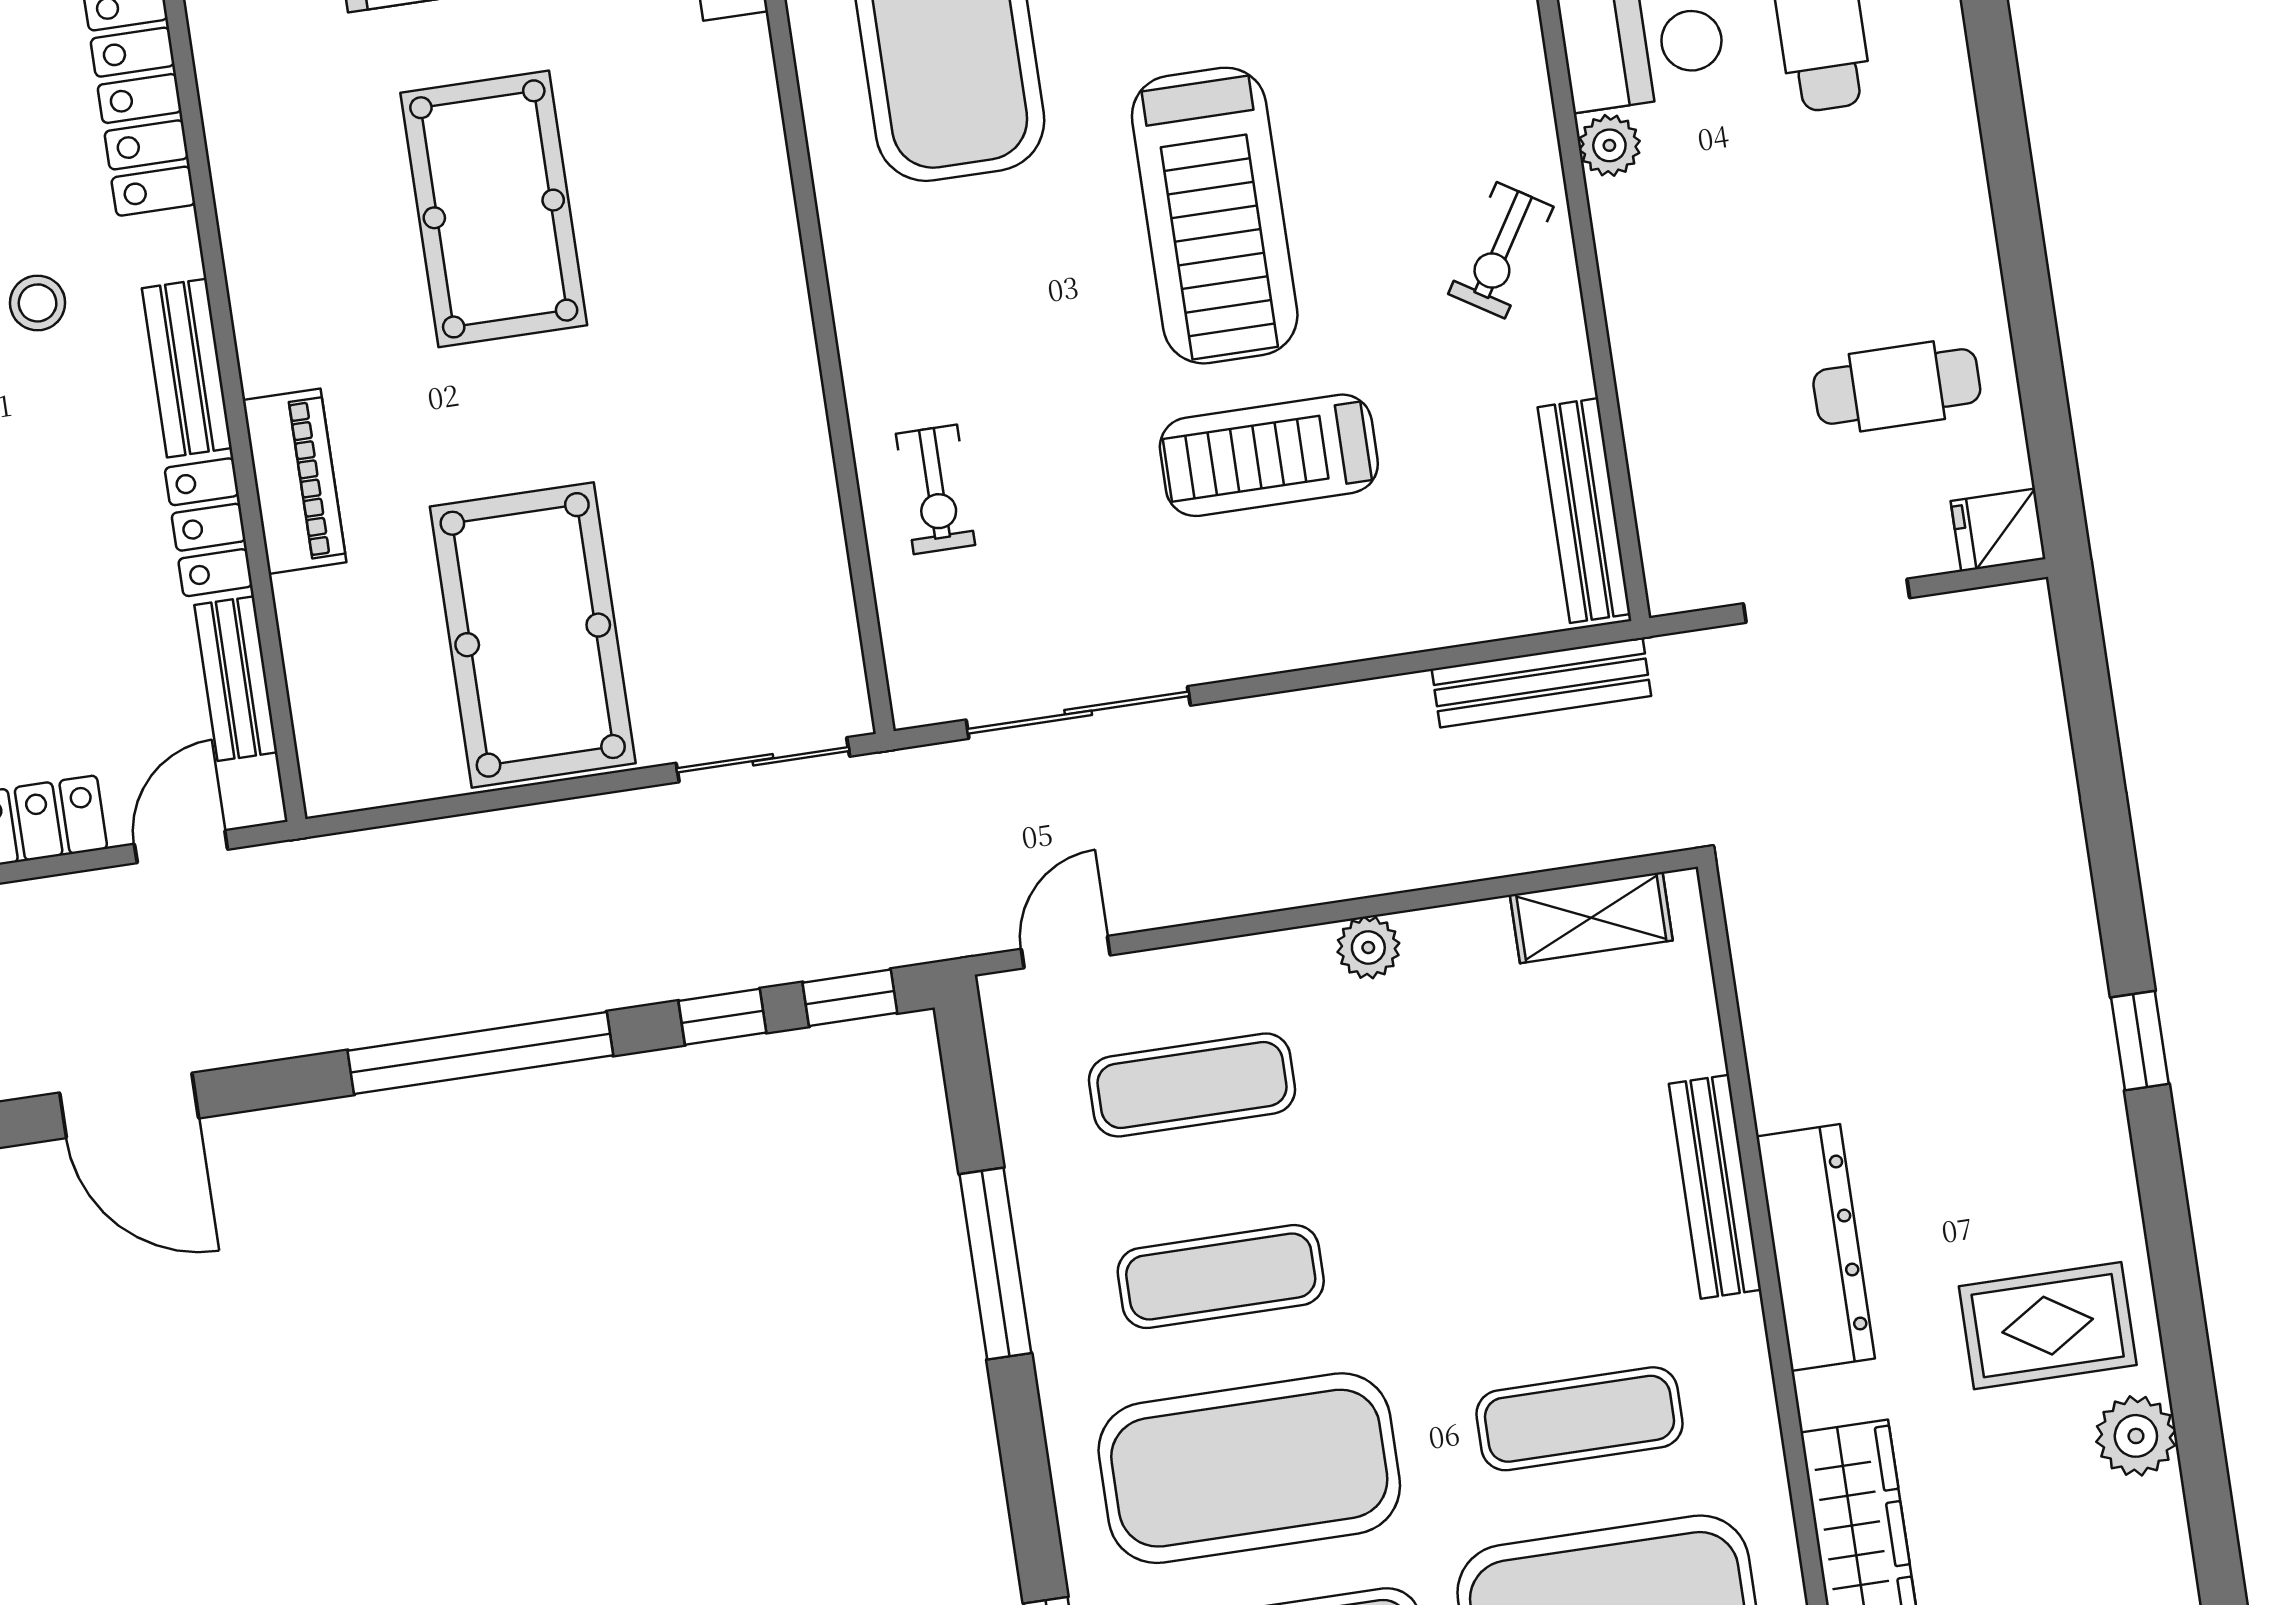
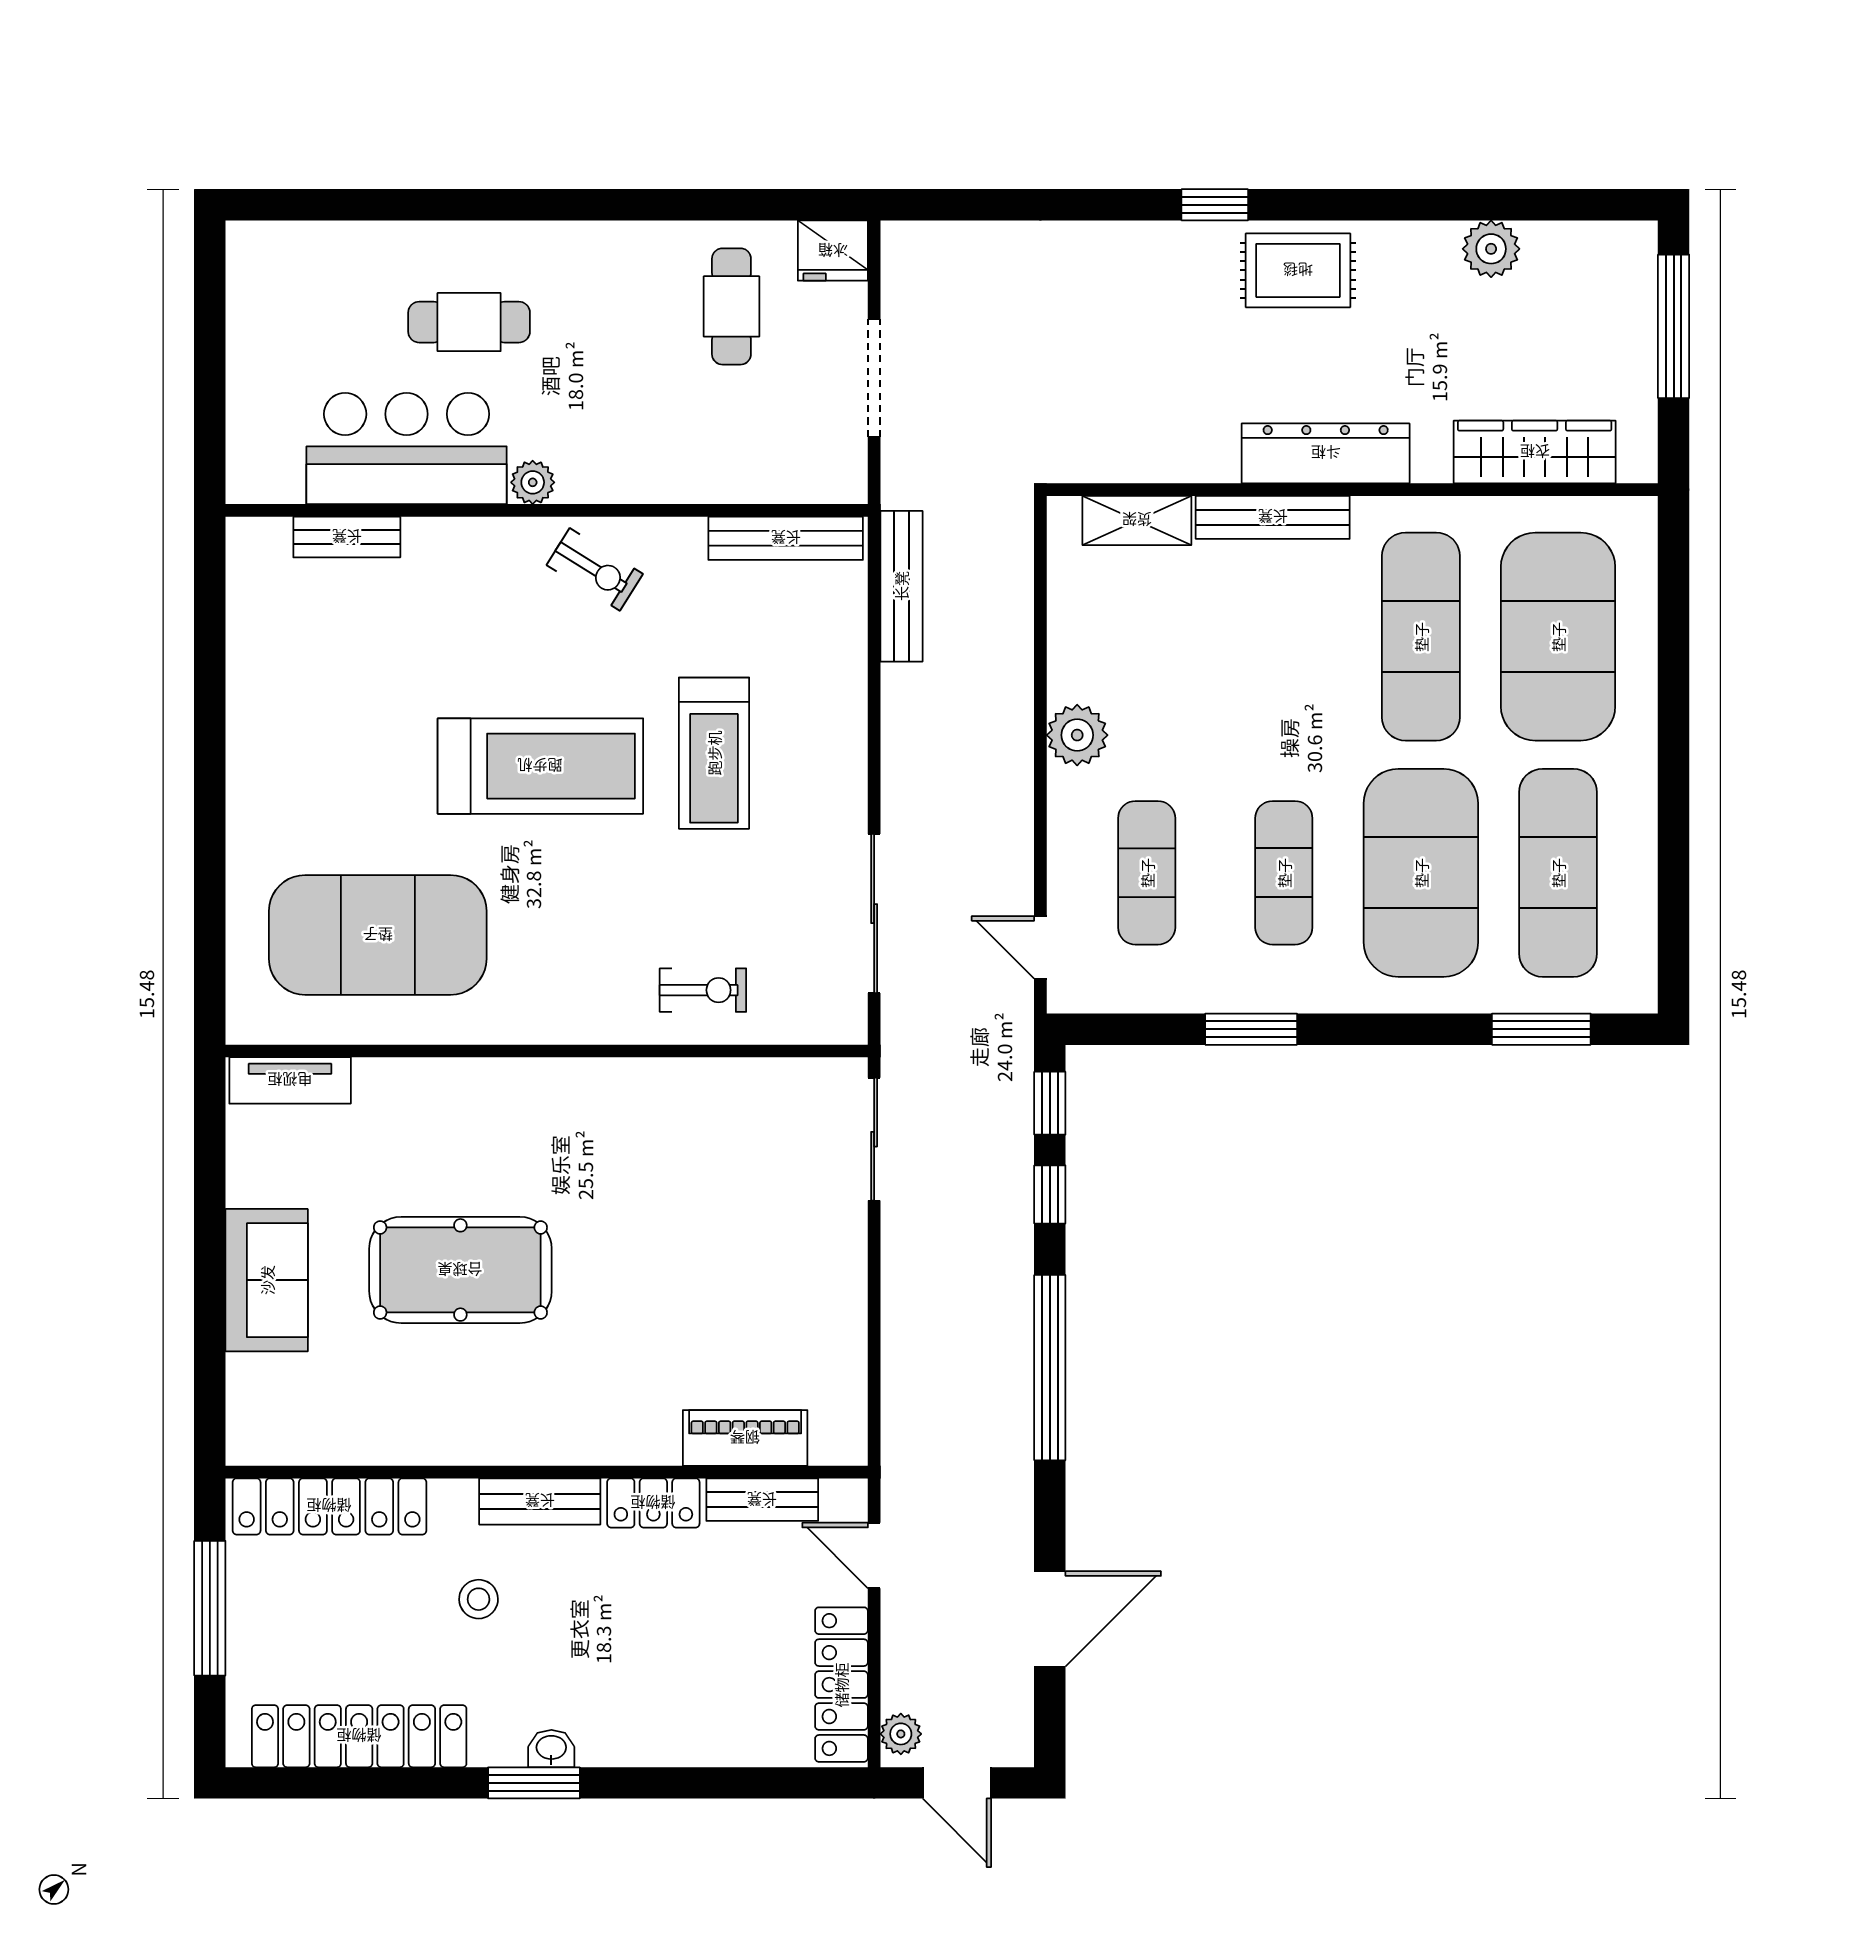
piano: (294, 481) -> (745, 1438), moved
fridge: (1998, 530) -> (833, 251), width x1.38
pool table: (533, 635) -> (763, 1287), removed
shelving: (1591, 918) -> (1137, 520), moved, turned 90
plant: (1368, 947) -> (1077, 735), width x1.38, depth x1.38
window: (995, 1264) -> (1251, 1029), width x0.69
rug: (2048, 1326) -> (1298, 270), moved, turned 90
exercise mat: (1579, 1419) -> (1421, 637), width x1.36, depth x1.45

